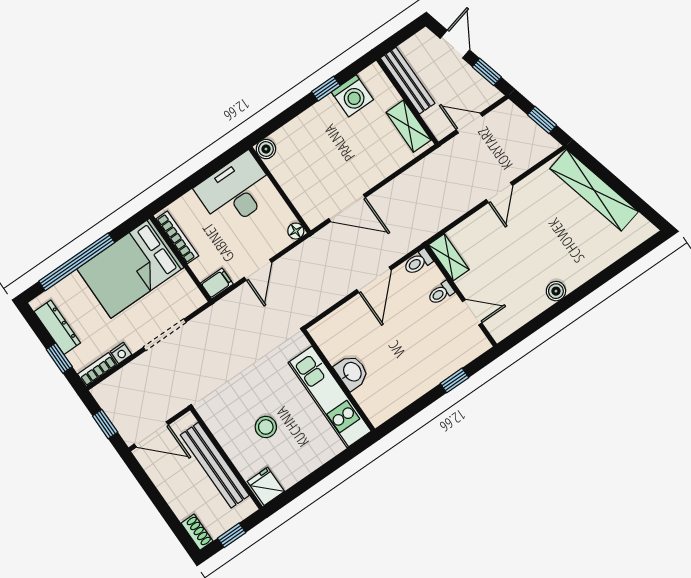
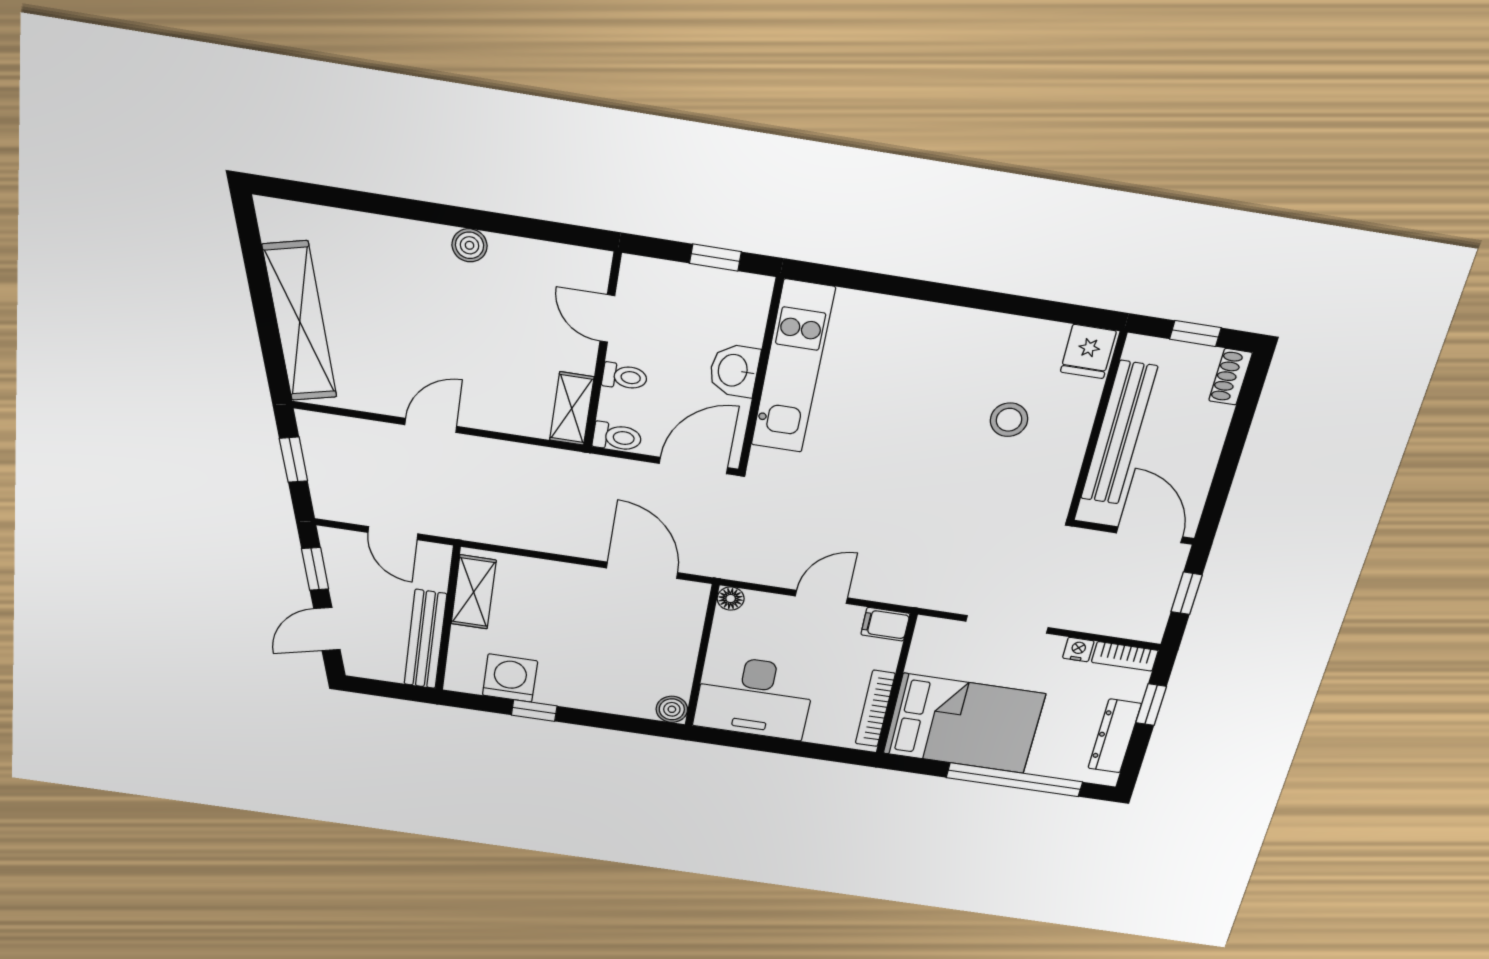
washbasin: (352, 372) -> (734, 370), moved
wall: (339, 380) -> (761, 376), moved
kitchen unit: (330, 397) -> (793, 367), moved

